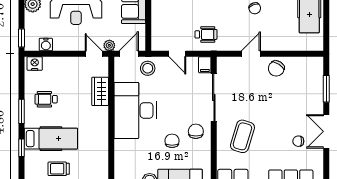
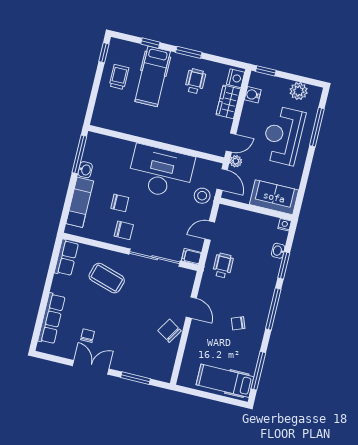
wheelchair: (206, 34) -> (223, 265), turned 180
wardrobe: (100, 91) -> (228, 102), moved, turned -90

